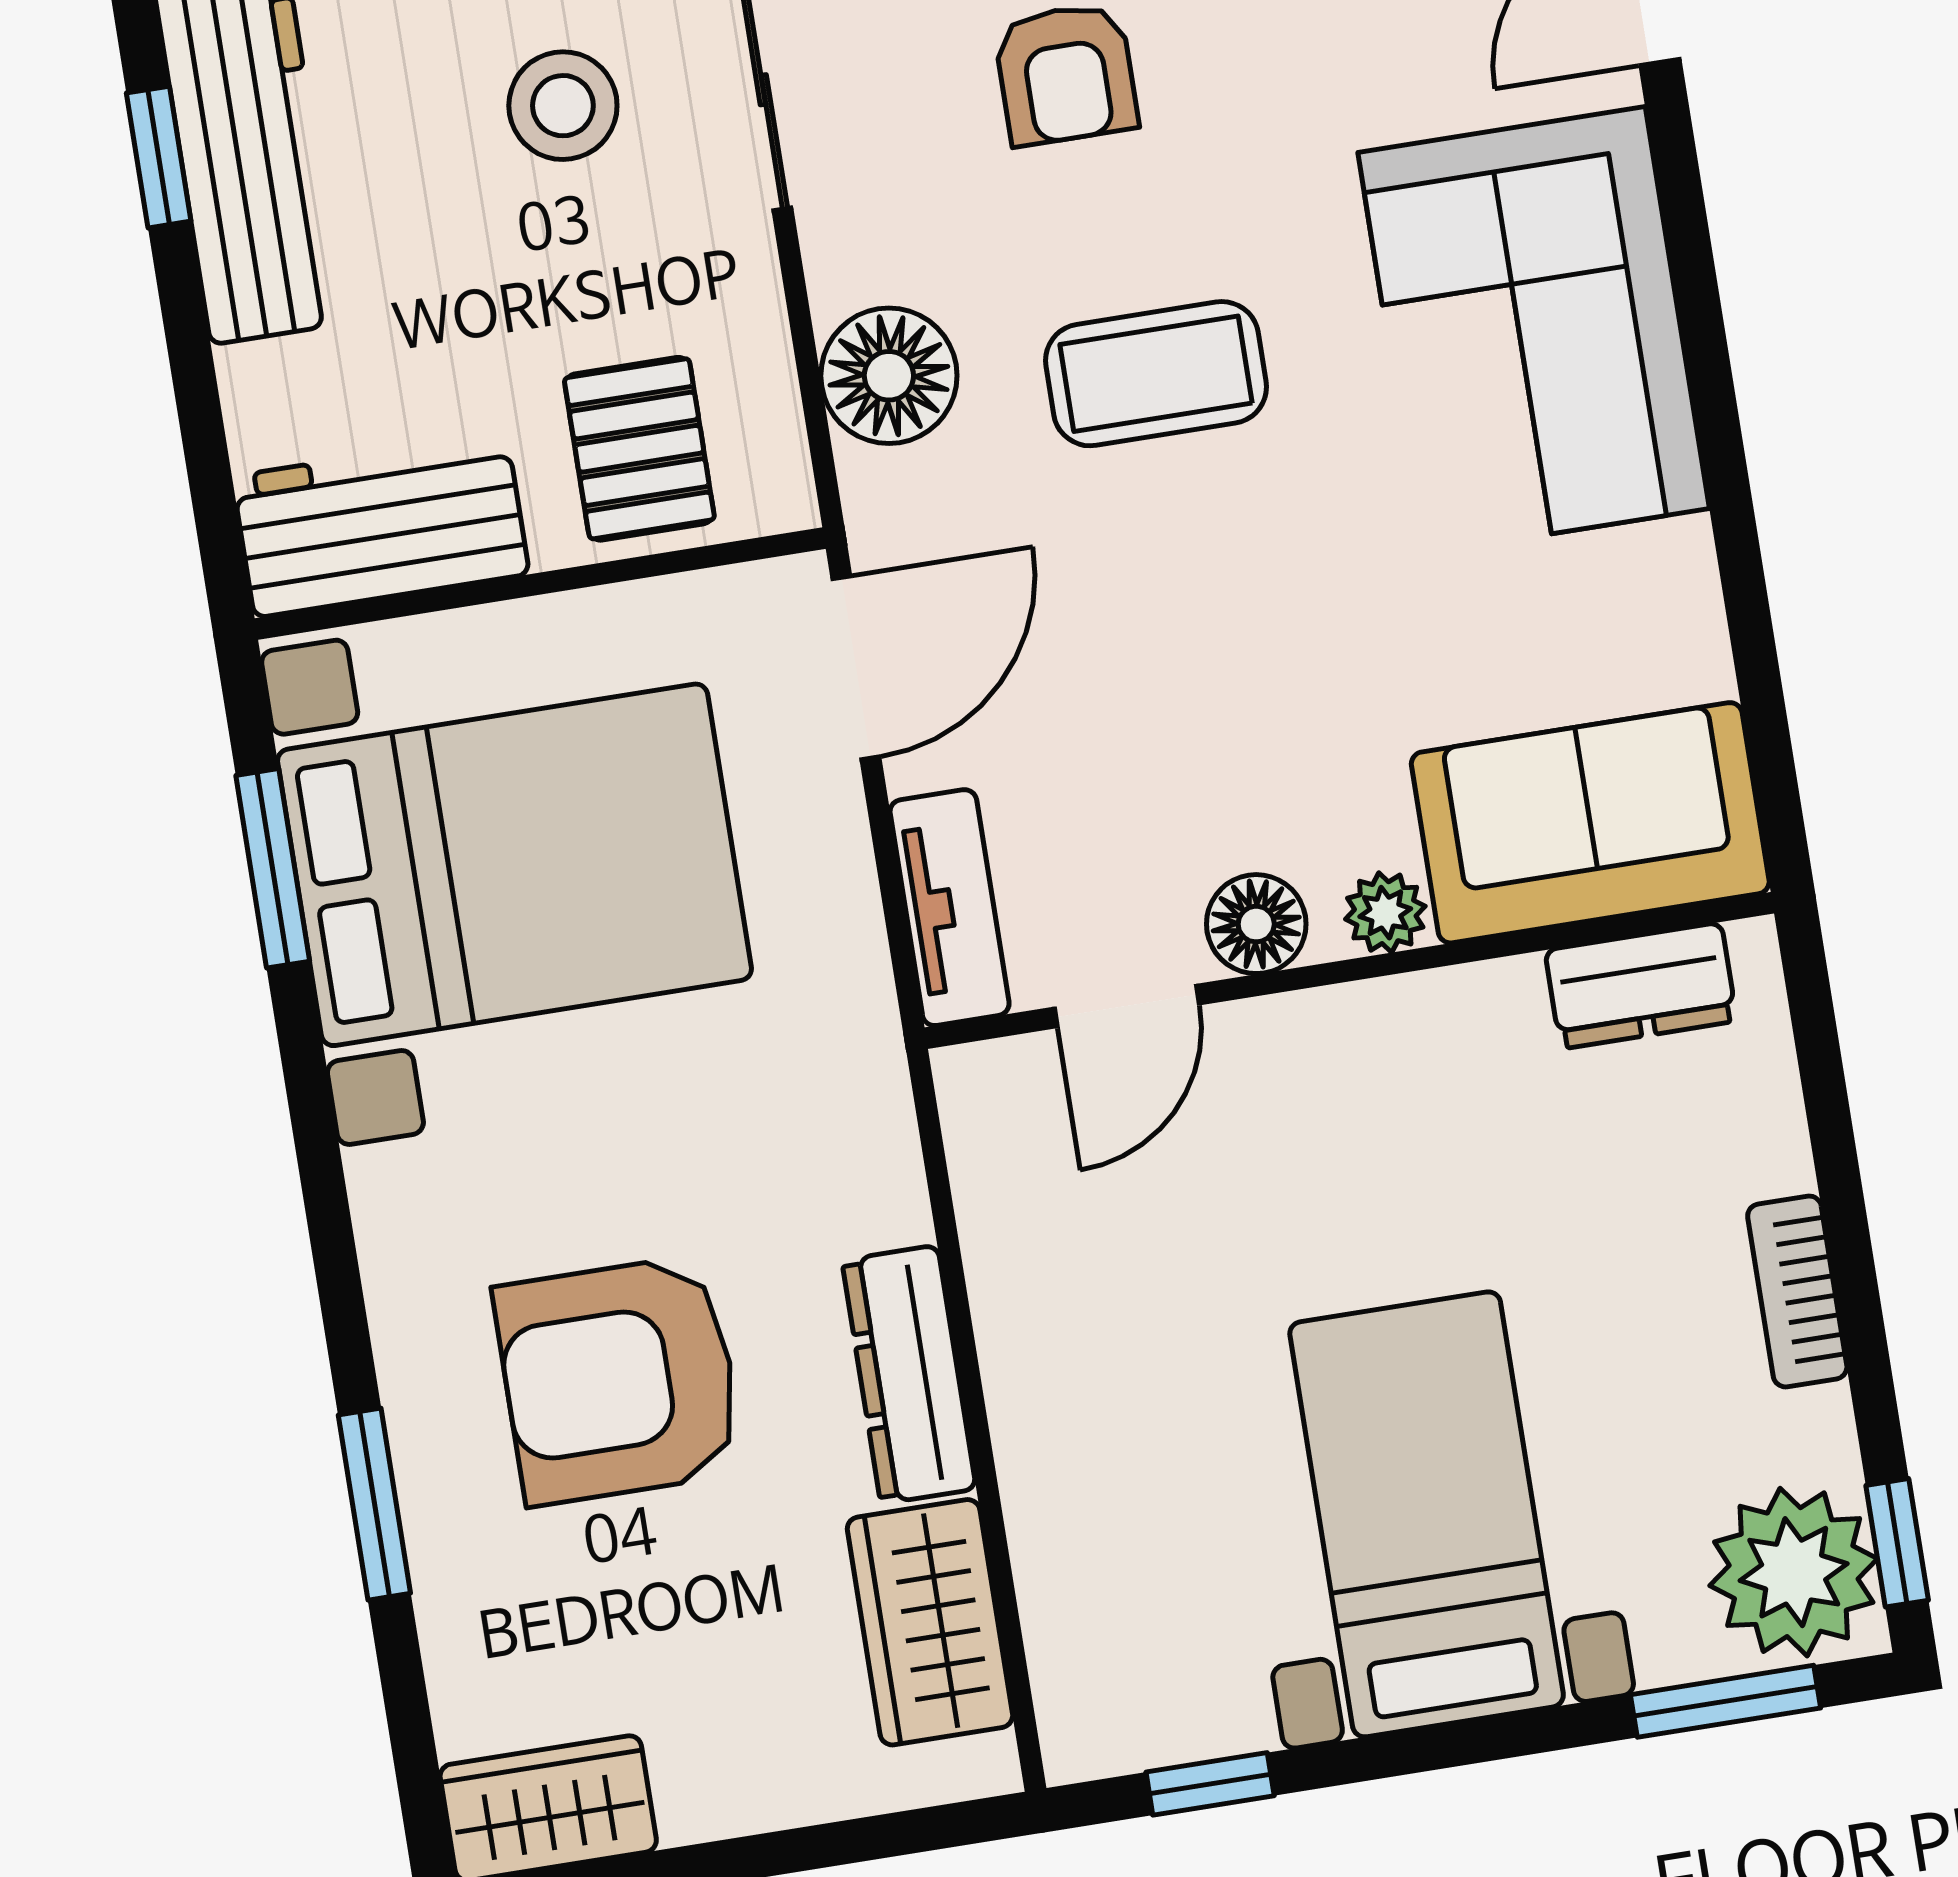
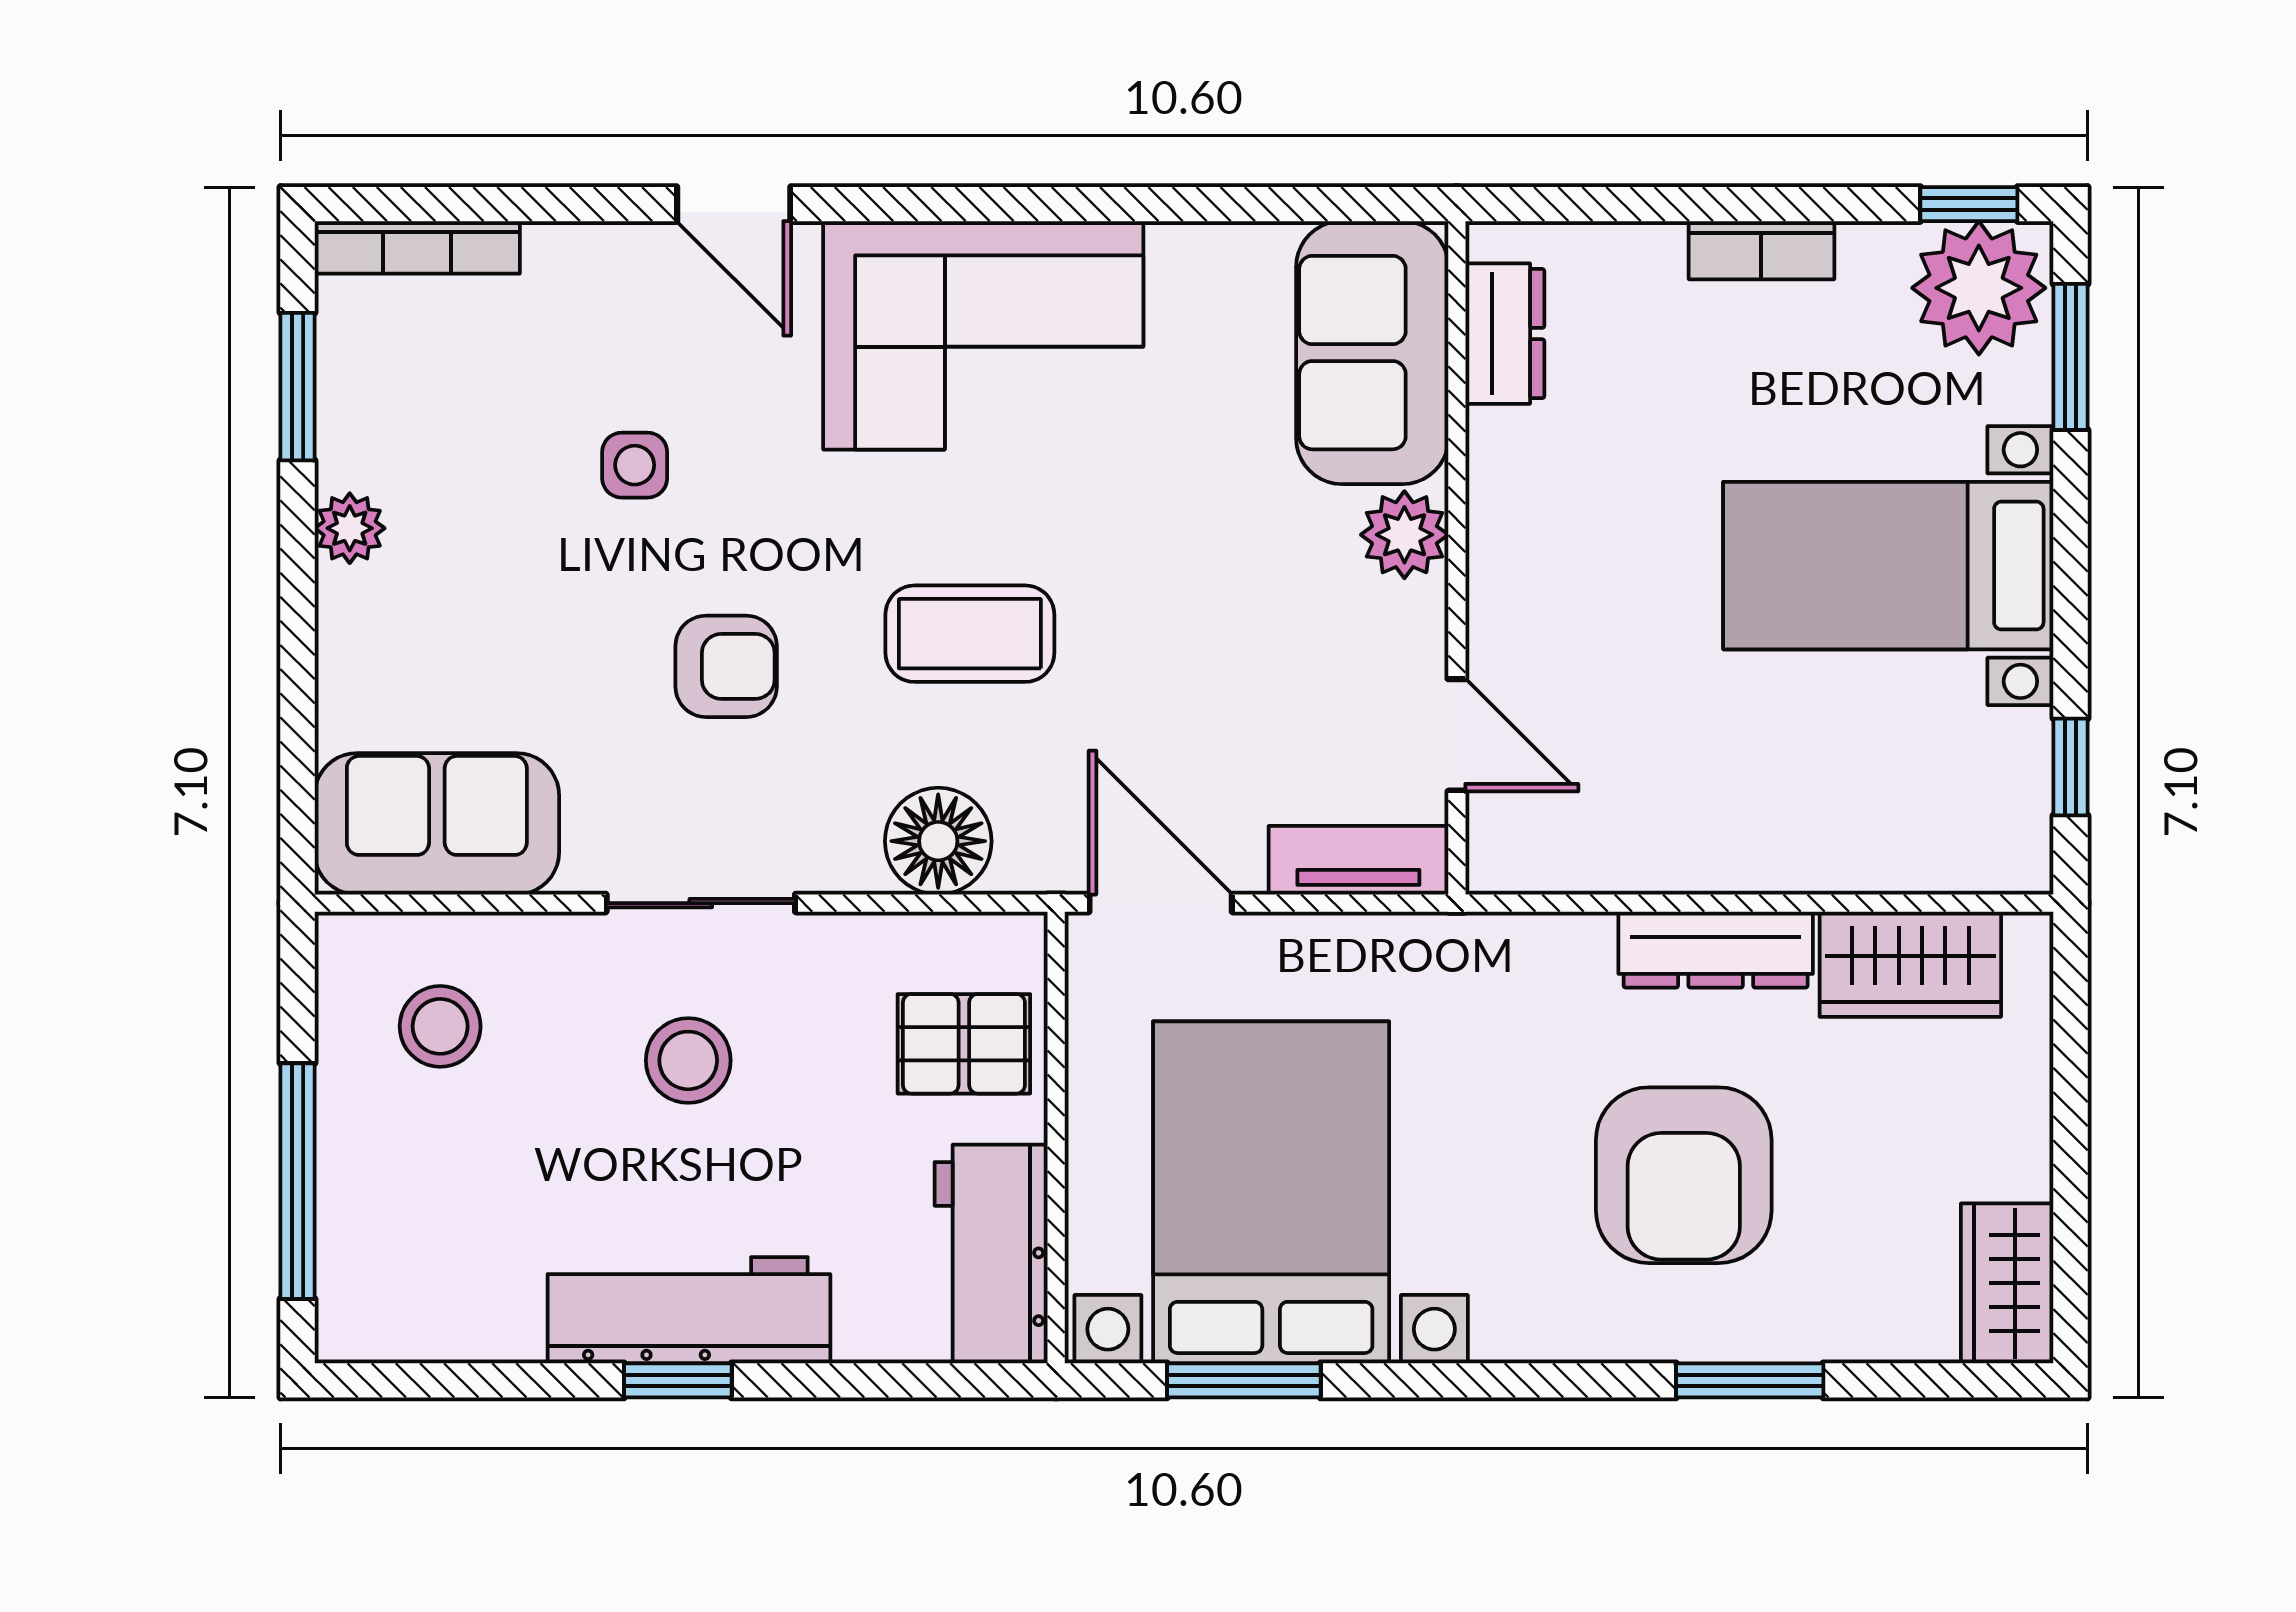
coffee table: (1156, 374) -> (970, 634), turned 90
plant: (1385, 913) -> (1404, 535), width x1.38, depth x1.38
floor lamp: (1256, 924) -> (1409, 624), removed

